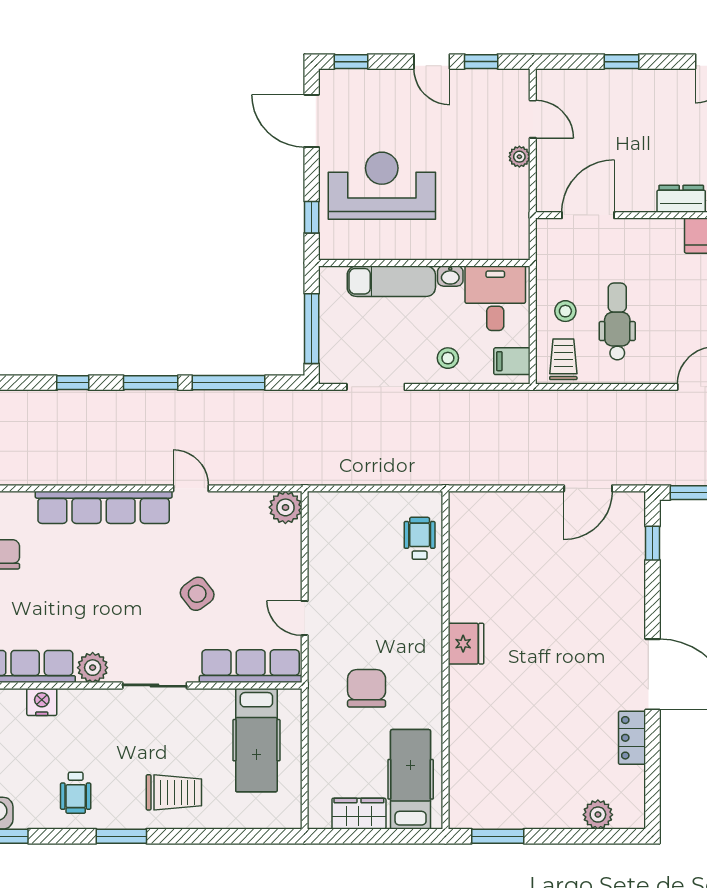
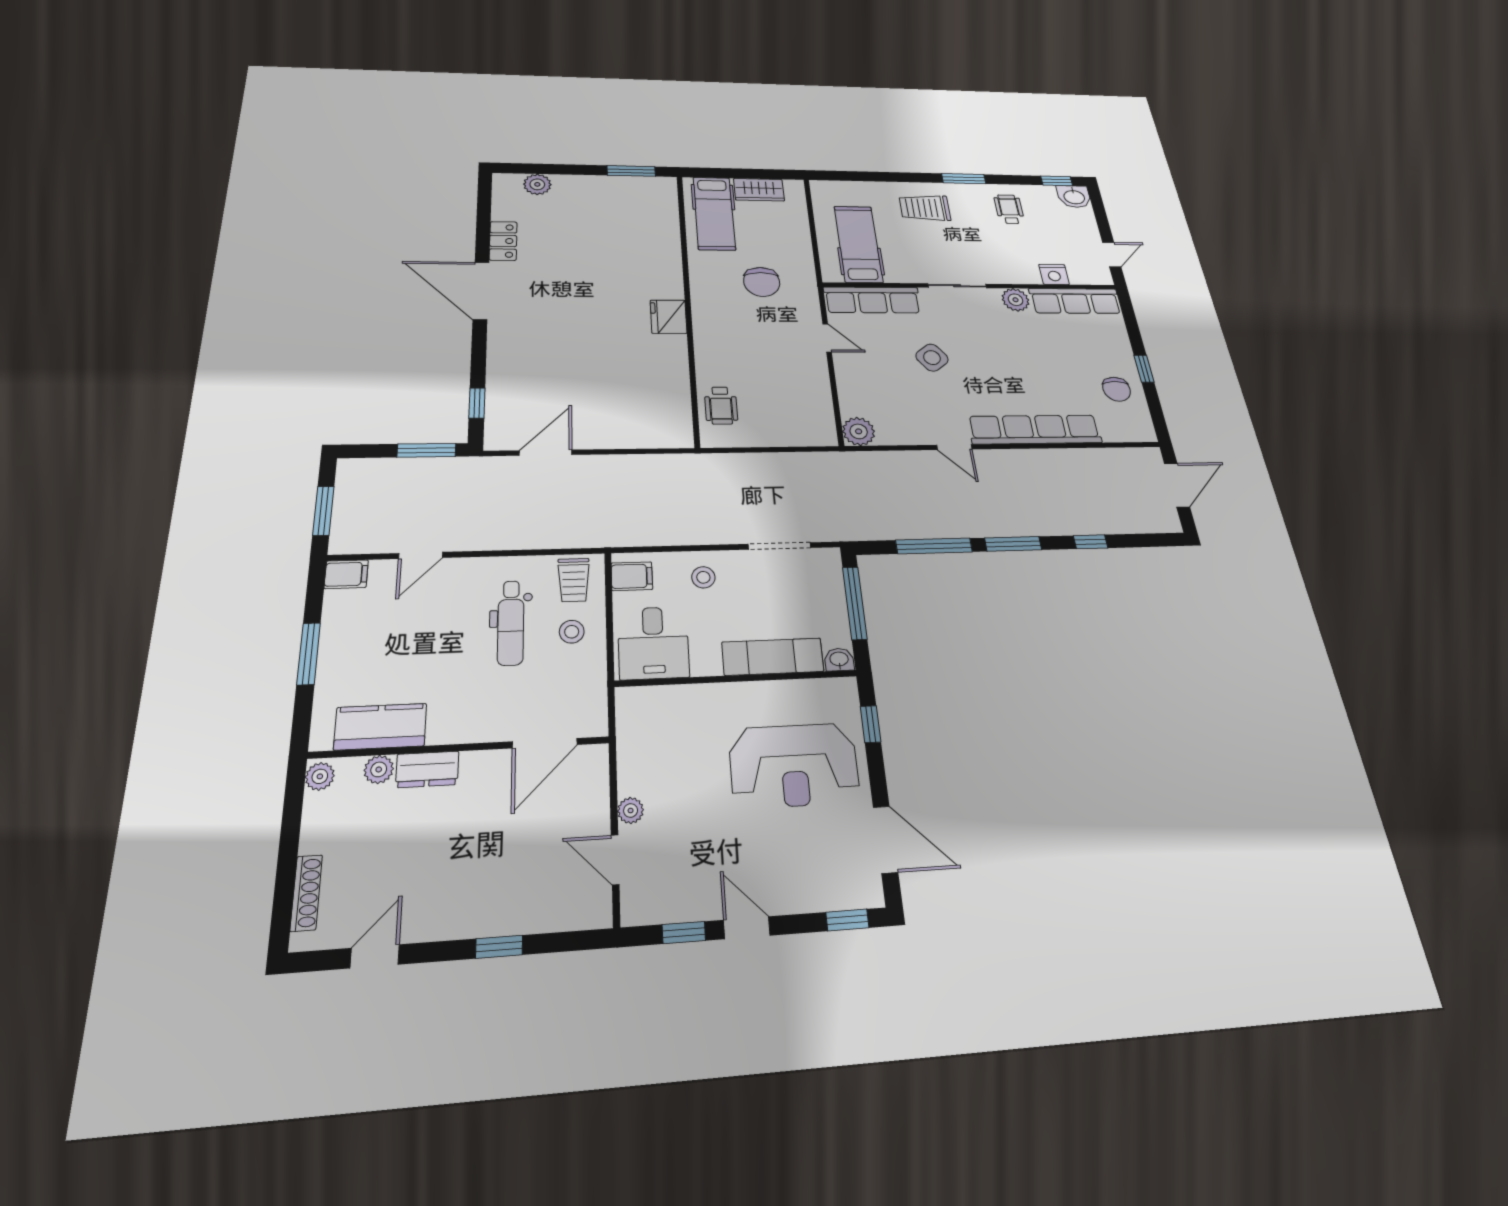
washbasin: (450, 276) -> (839, 660), moved

